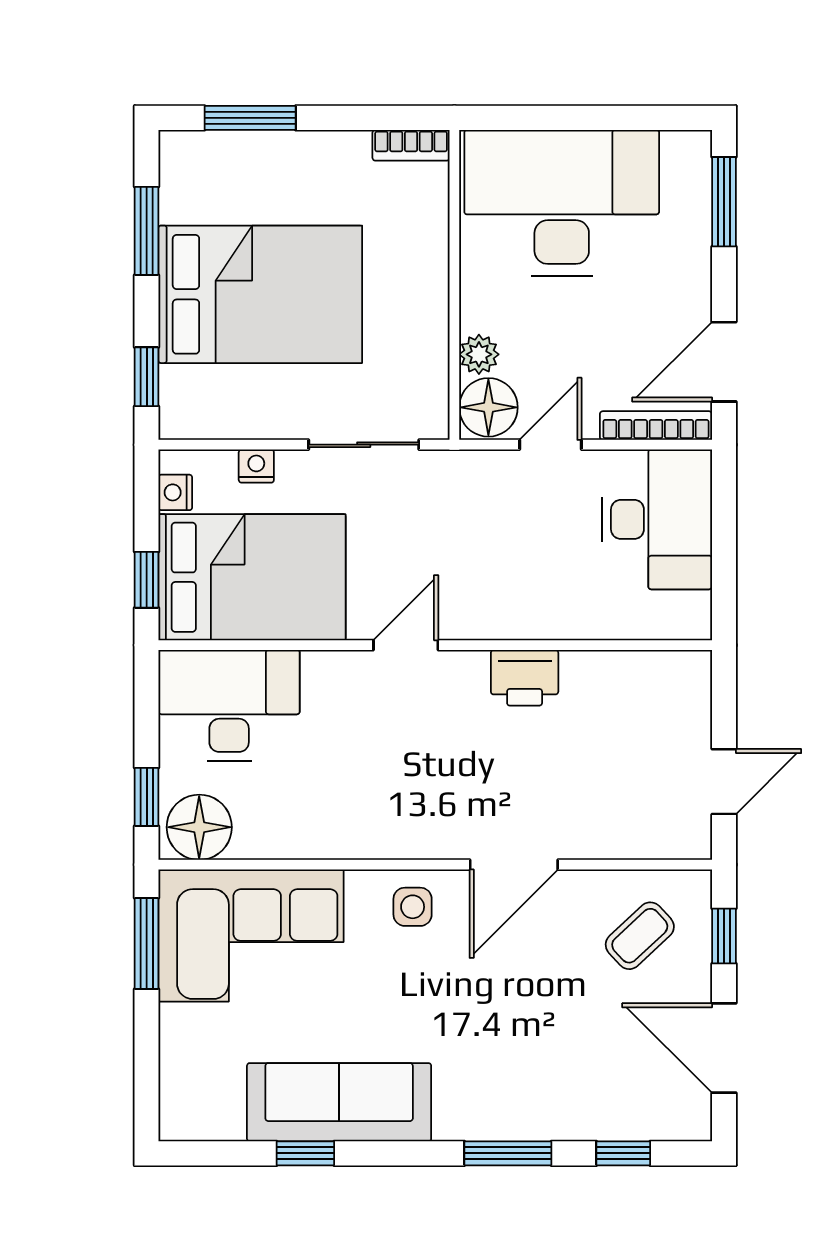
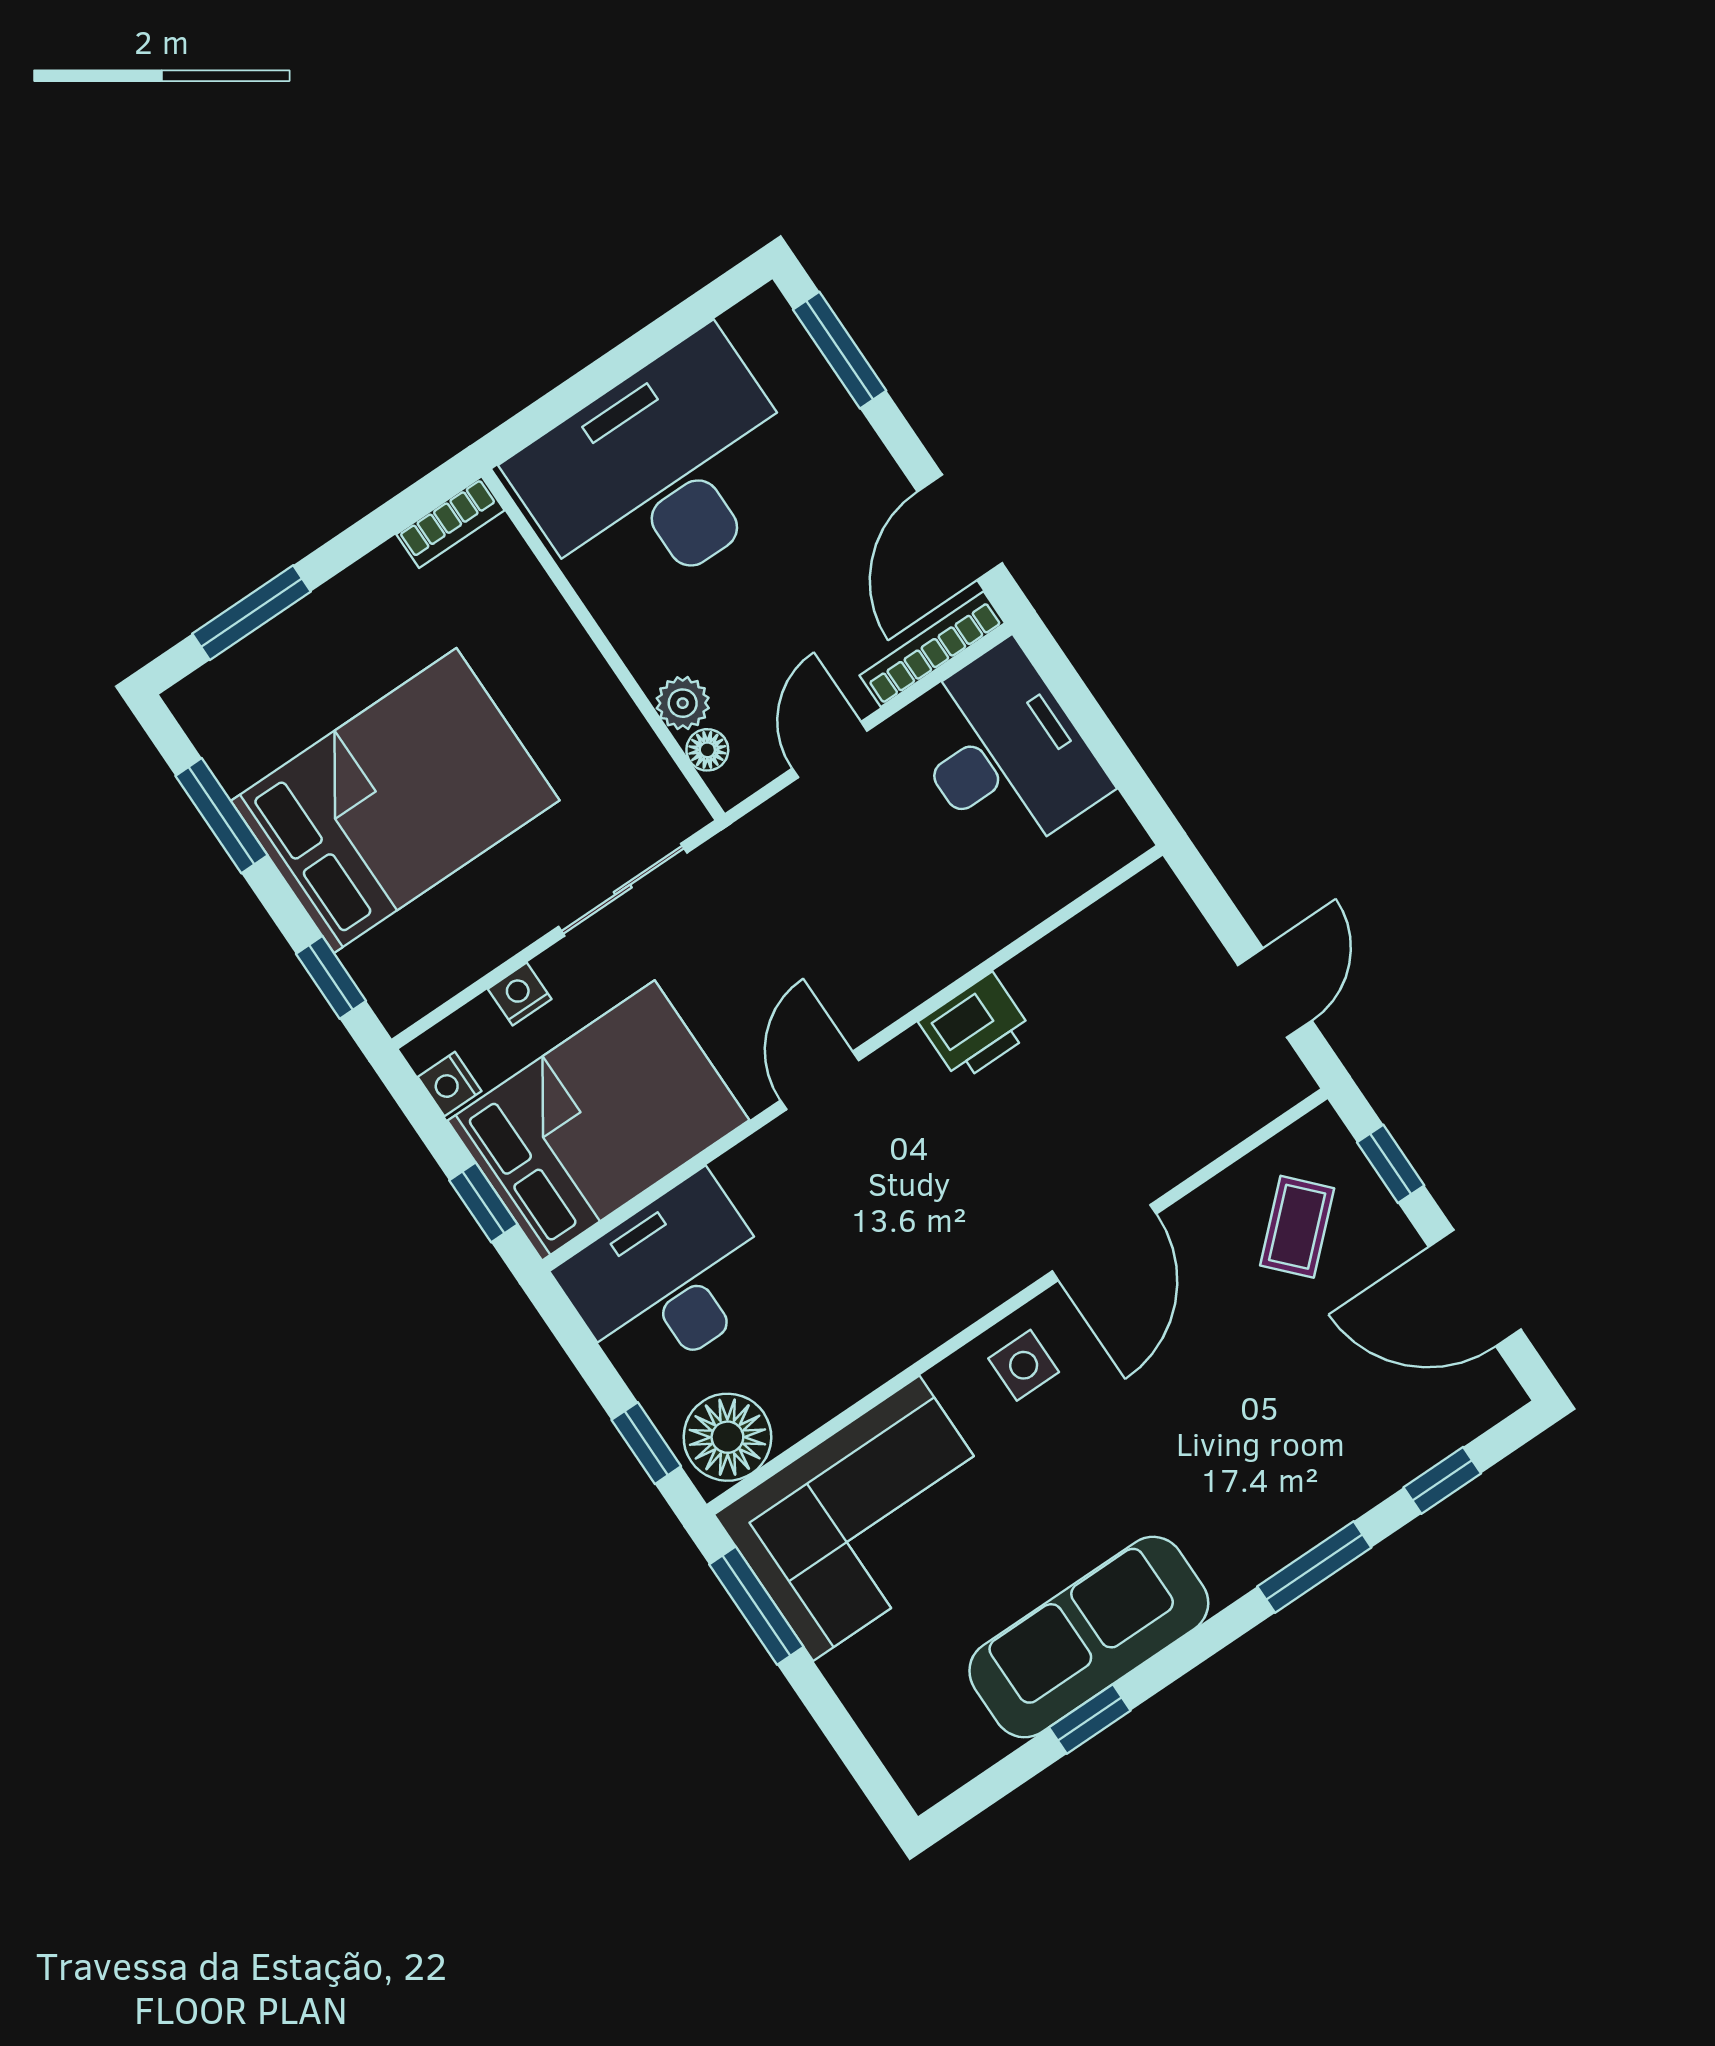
floor lamp: (488, 407) -> (707, 750), width x0.53, depth x0.53

